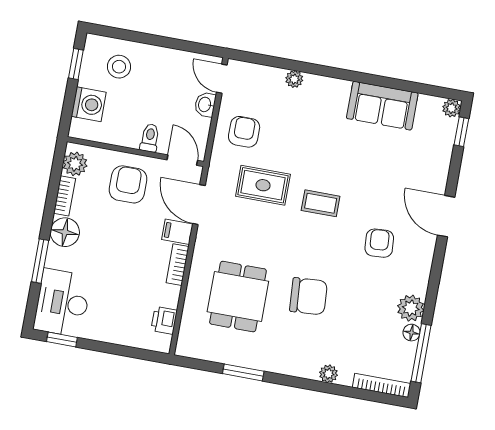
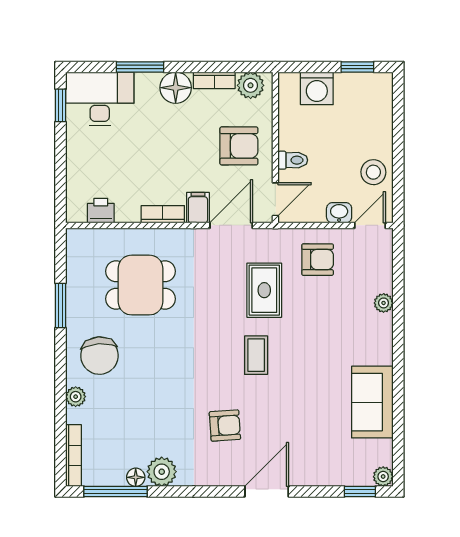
stool: (119, 67) -> (373, 172), moved
chair: (308, 296) -> (99, 356), moved

